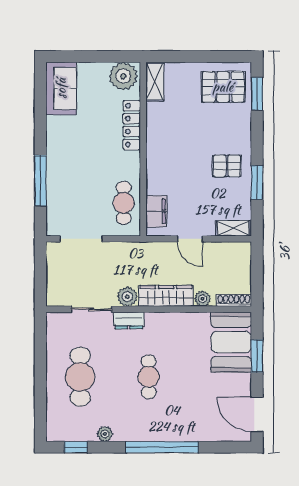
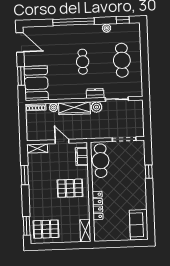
plant: (123, 76) -> (103, 233), removed
pallet: (227, 166) -> (70, 188), moved, width x1.50, depth x1.42
window: (40, 181) -> (149, 172), width x0.46
cafe table: (124, 203) -> (101, 161), width x1.37, depth x1.35

